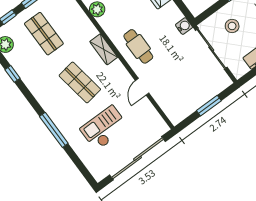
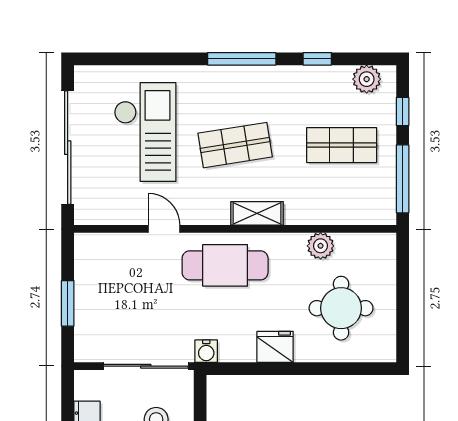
cafe table: (138, 46) -> (225, 265), width x1.37, depth x1.35
checkout: (104, 128) -> (145, 132), width x1.36, depth x1.21
window: (54, 130) -> (242, 59), moved

